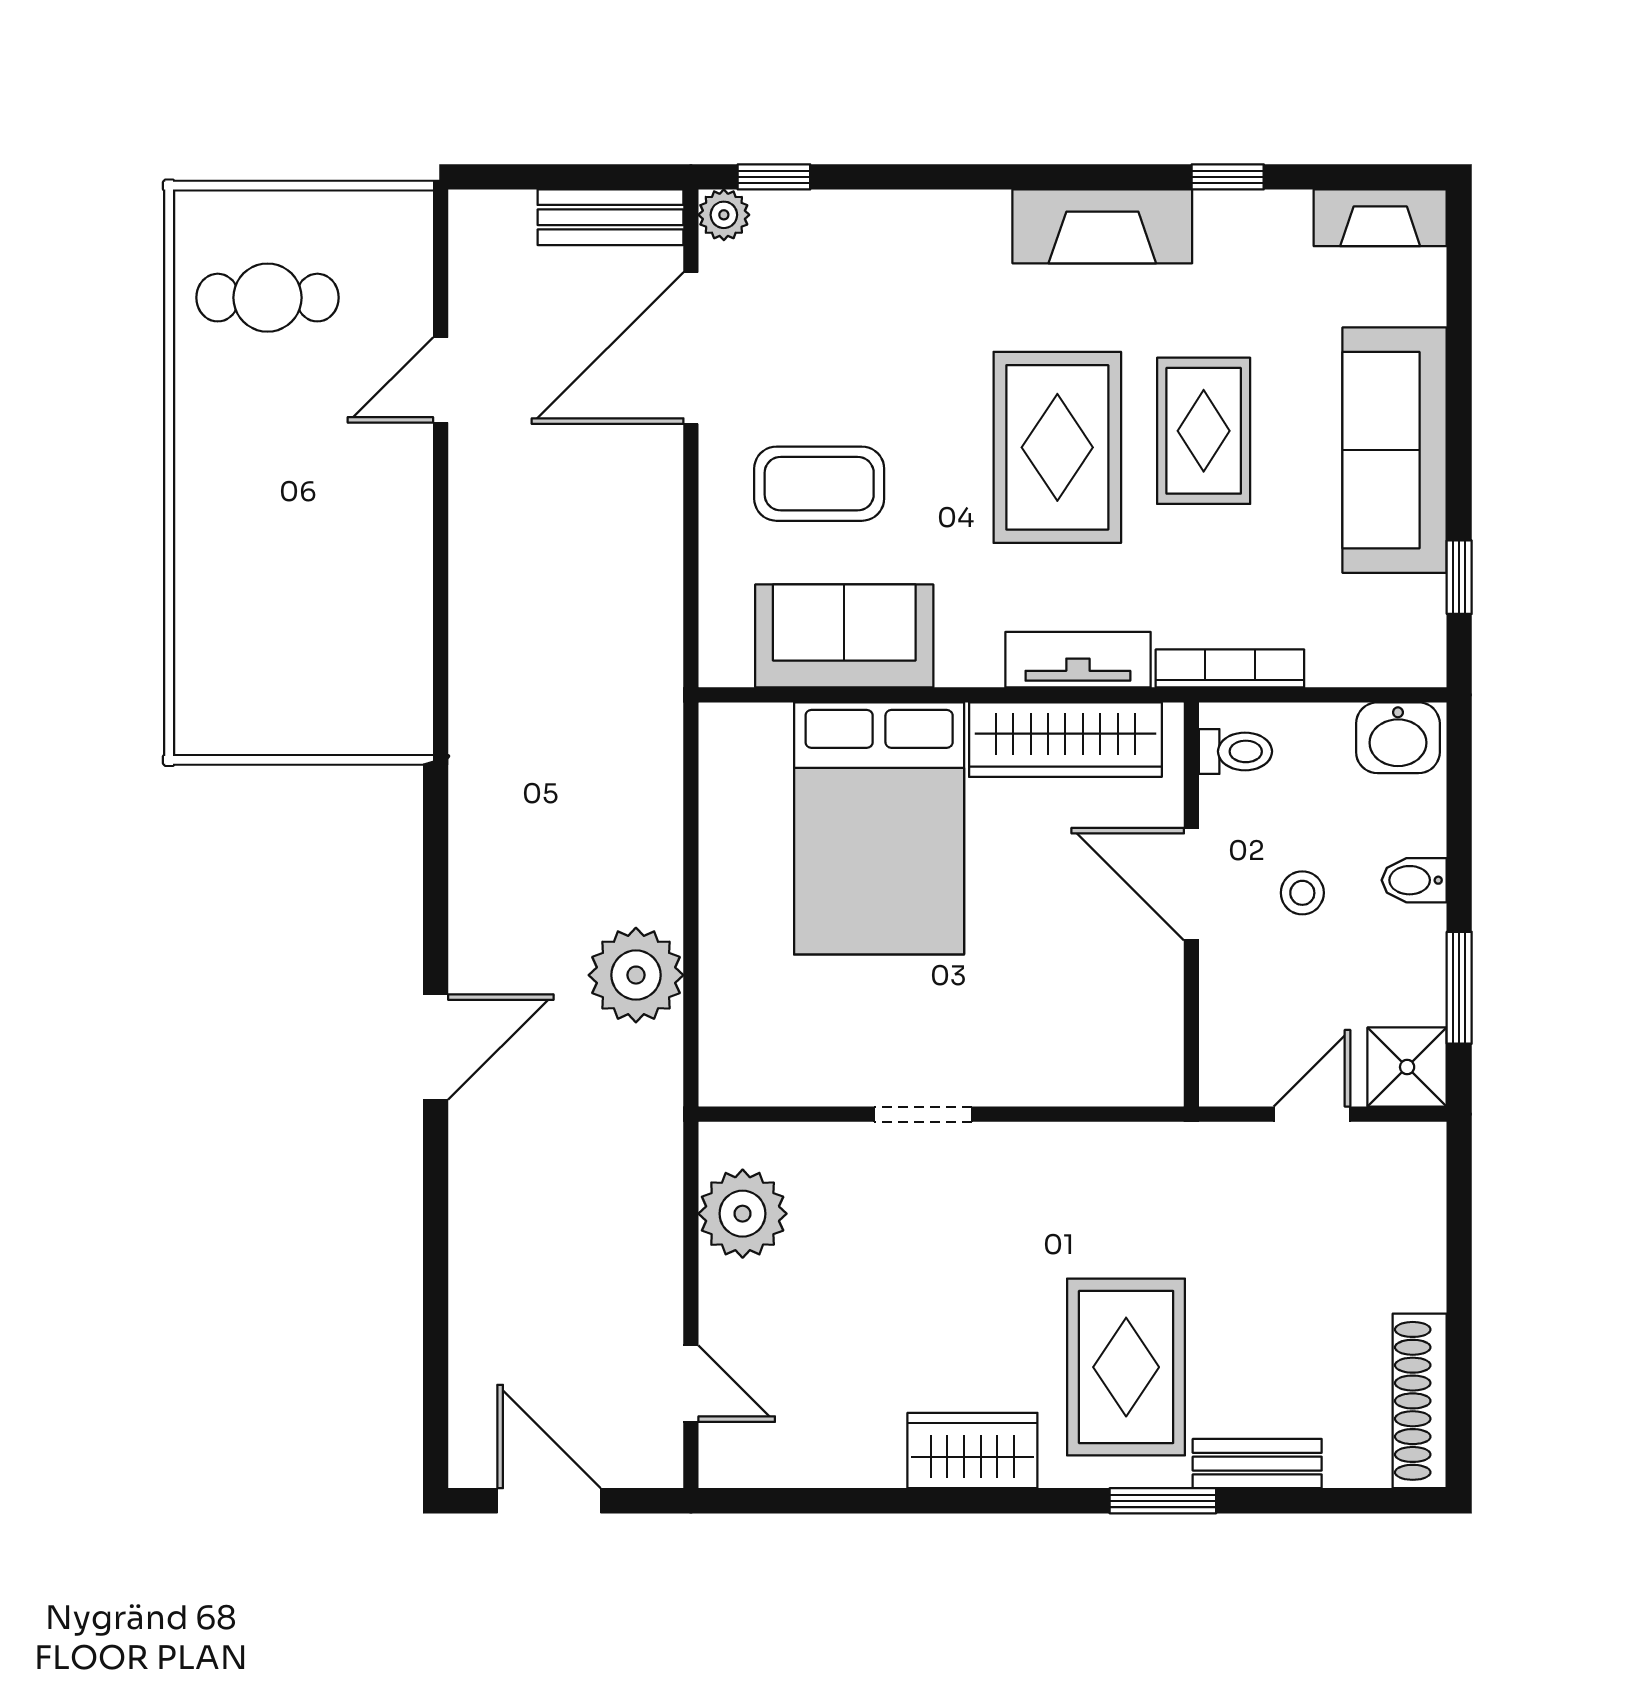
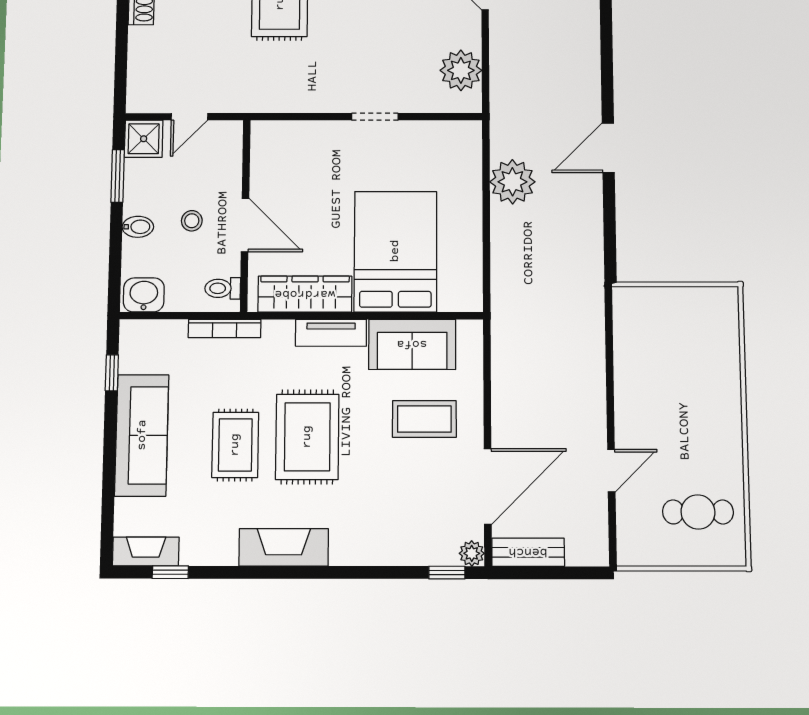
window: (1228, 177) -> (170, 572), moved
tv unit: (1078, 660) -> (331, 333), moved

